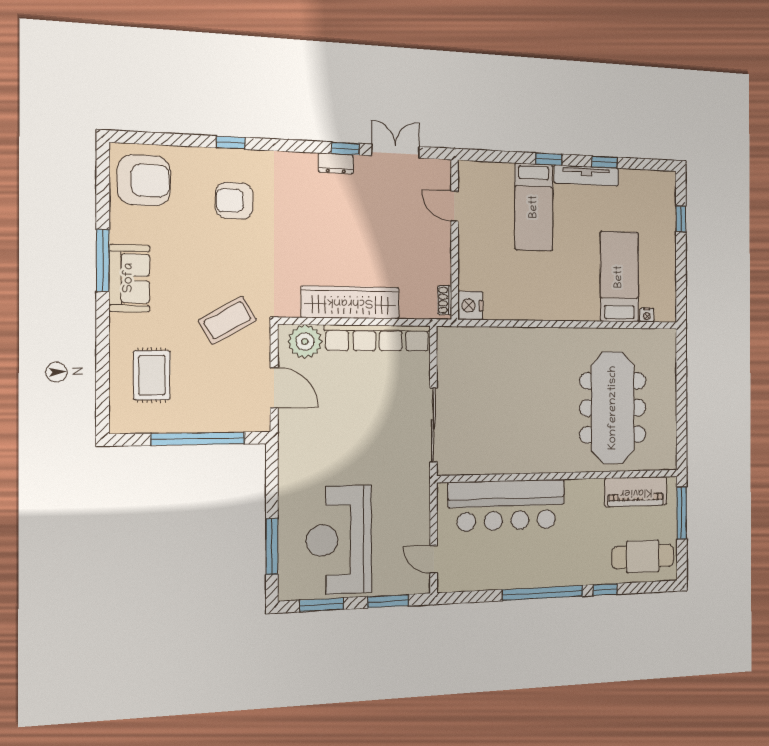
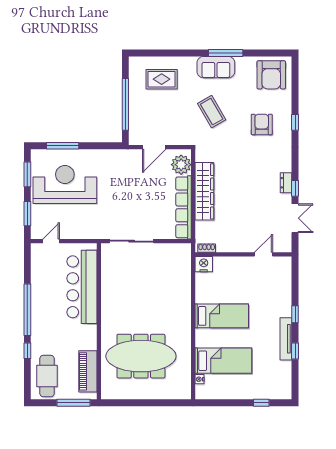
bed: (534, 207) -> (222, 316), moved, turned 180
coffee table: (227, 320) -> (212, 112), moved

